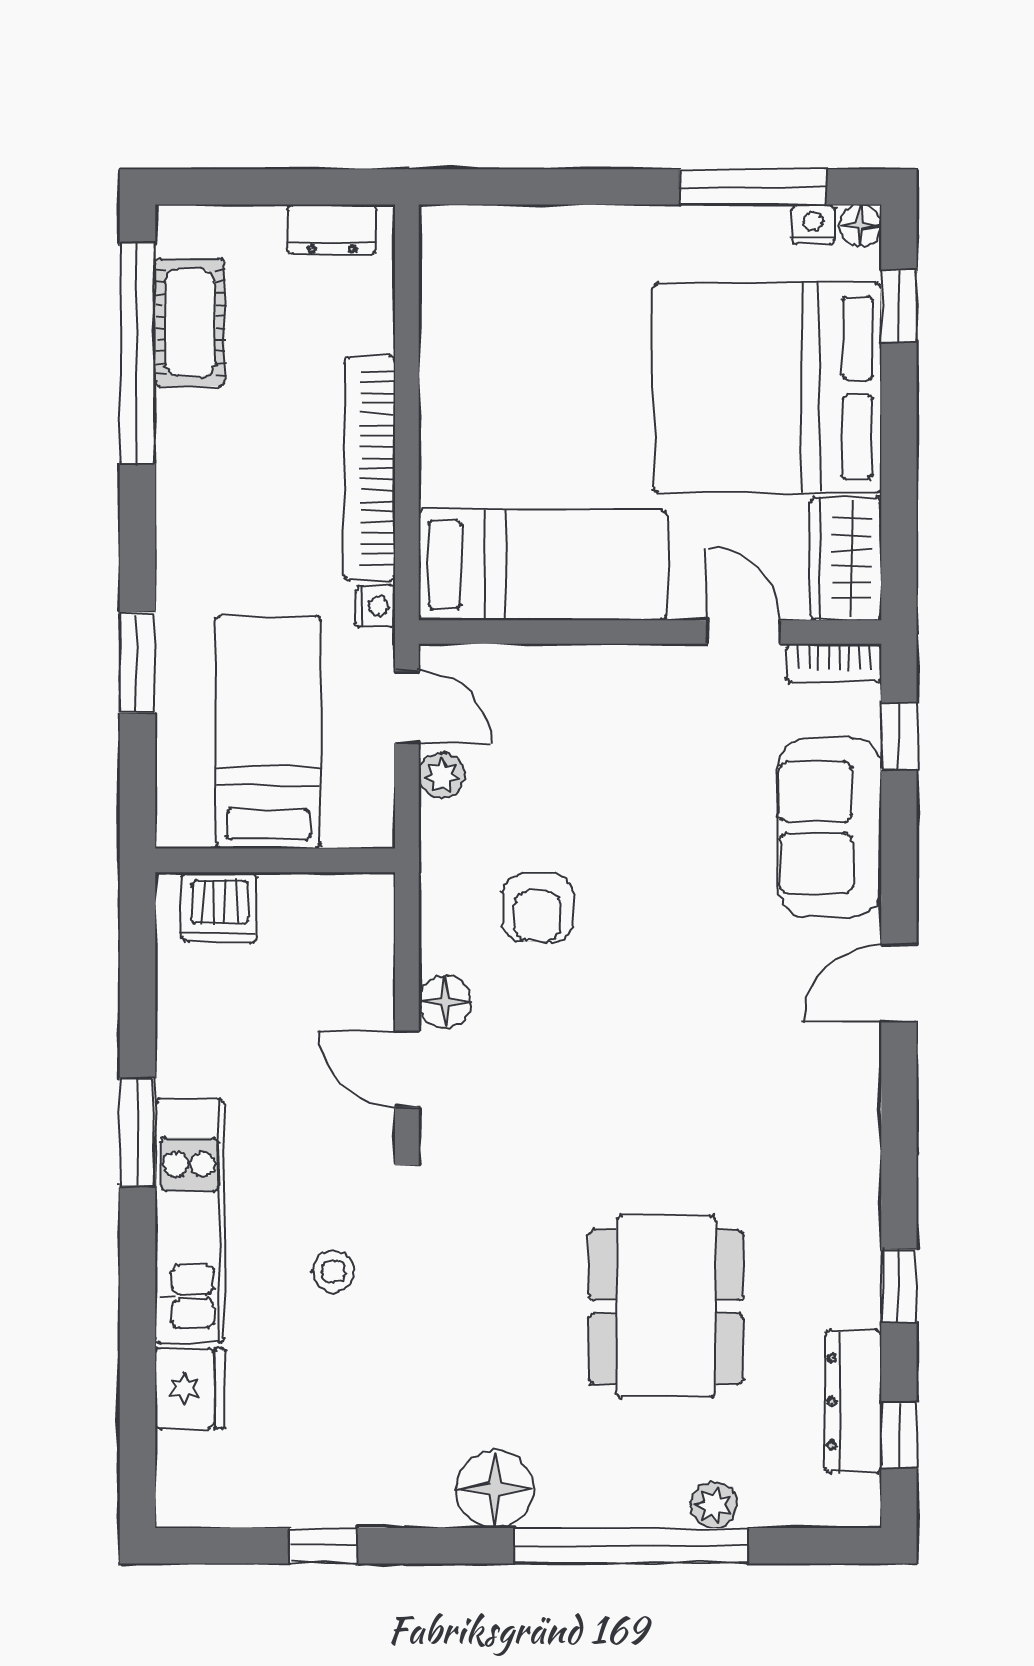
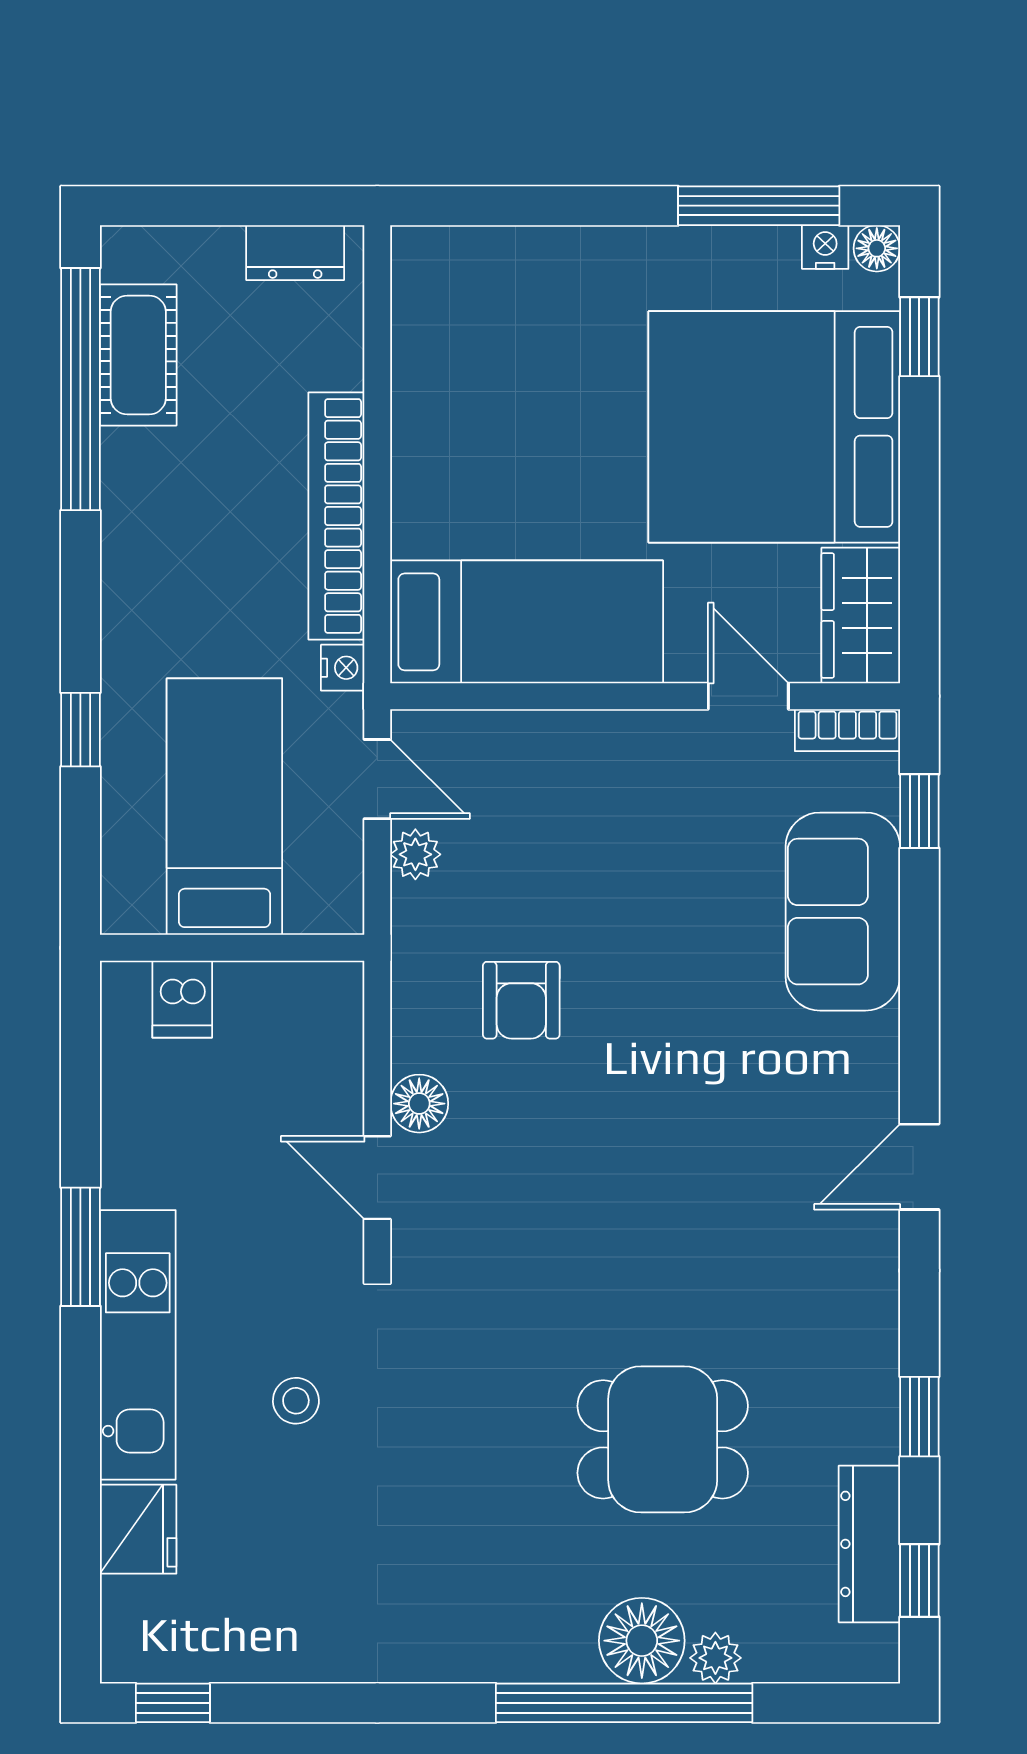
window: (137, 662) -> (80, 730), width x0.67
dishwasher: (220, 907) -> (182, 999), width x0.73
door: (899, 983) -> (919, 1167), moved
dining table: (666, 1307) -> (663, 1439), width x0.73
floor lamp: (495, 1489) -> (642, 1641), moved
window: (324, 1546) -> (173, 1703), moved

